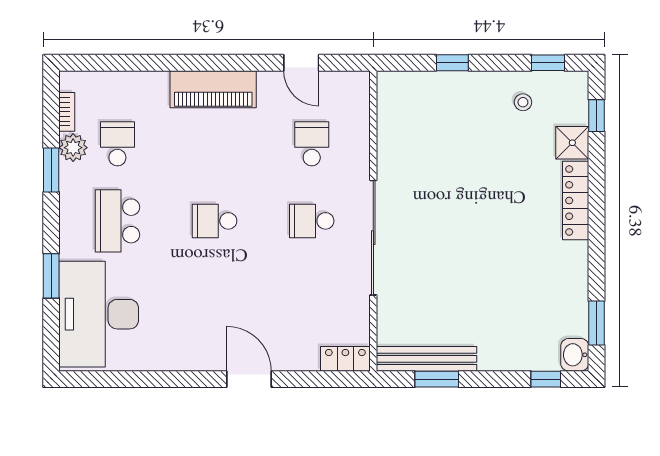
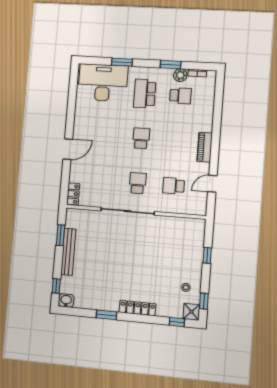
piano: (213, 89) -> (205, 147), width x0.73, depth x0.75
shower: (572, 143) -> (191, 312), moved
school desk: (312, 144) -> (174, 186), turned 180
school desk: (117, 221) -> (145, 94), turned -90
window: (597, 323) -> (107, 315), moved
bench: (426, 359) -> (68, 252), moved

